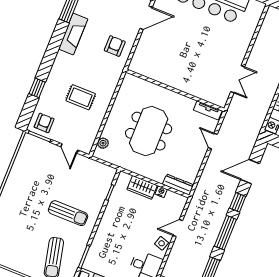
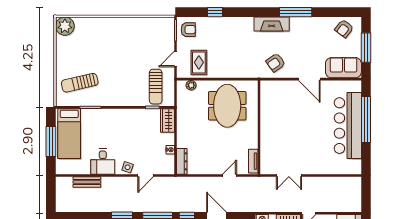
armchair: (115, 46) -> (276, 63), turned 145
rug: (81, 97) -> (199, 62), moved
meeting table: (149, 131) -> (227, 106), moved, turned 90
wardrobe: (142, 187) -> (167, 120), moved
sun lounger: (68, 213) -> (156, 87), moved
door: (178, 228) -> (146, 176), swing flipped

